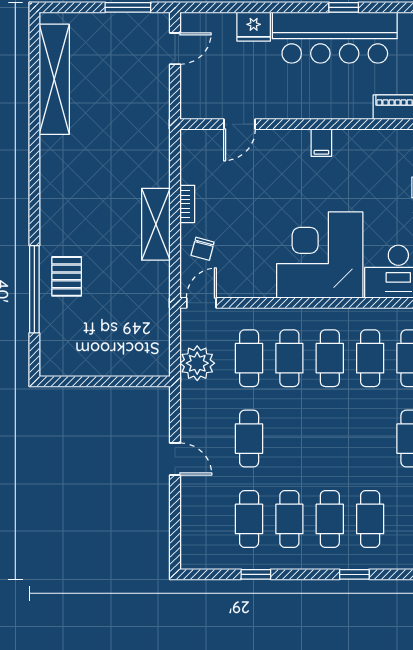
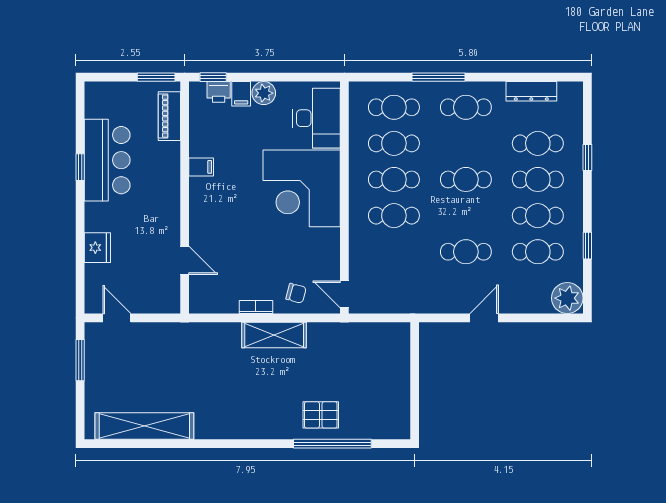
bar counter: (335, 38) -> (107, 160), width x0.73
filing cabinet: (321, 143) -> (201, 167), moved
cafe table: (249, 358) -> (466, 179), moved
plant: (197, 363) -> (567, 298), moved

